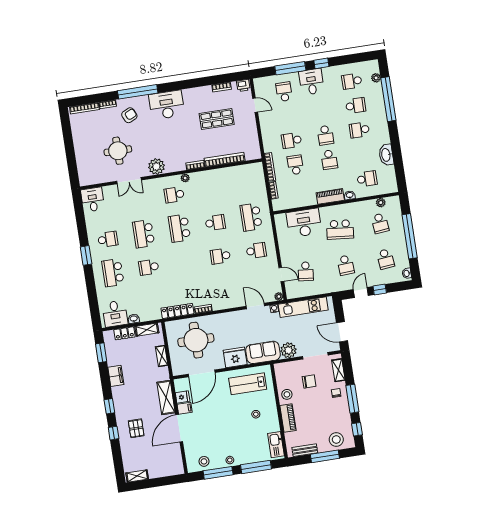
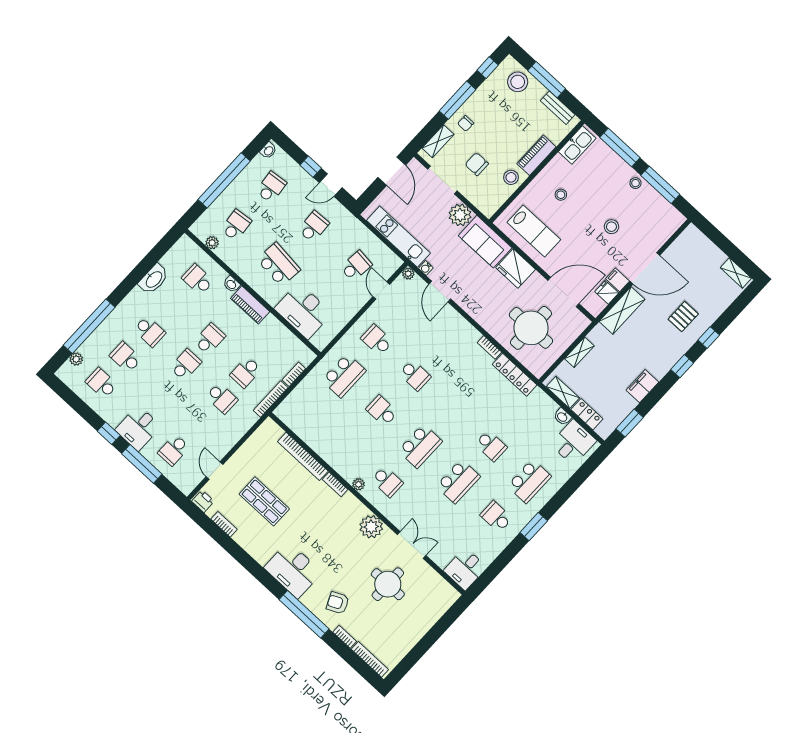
school desk: (352, 81) -> (101, 383), turned 180
stool: (204, 461) -> (611, 227), moved

